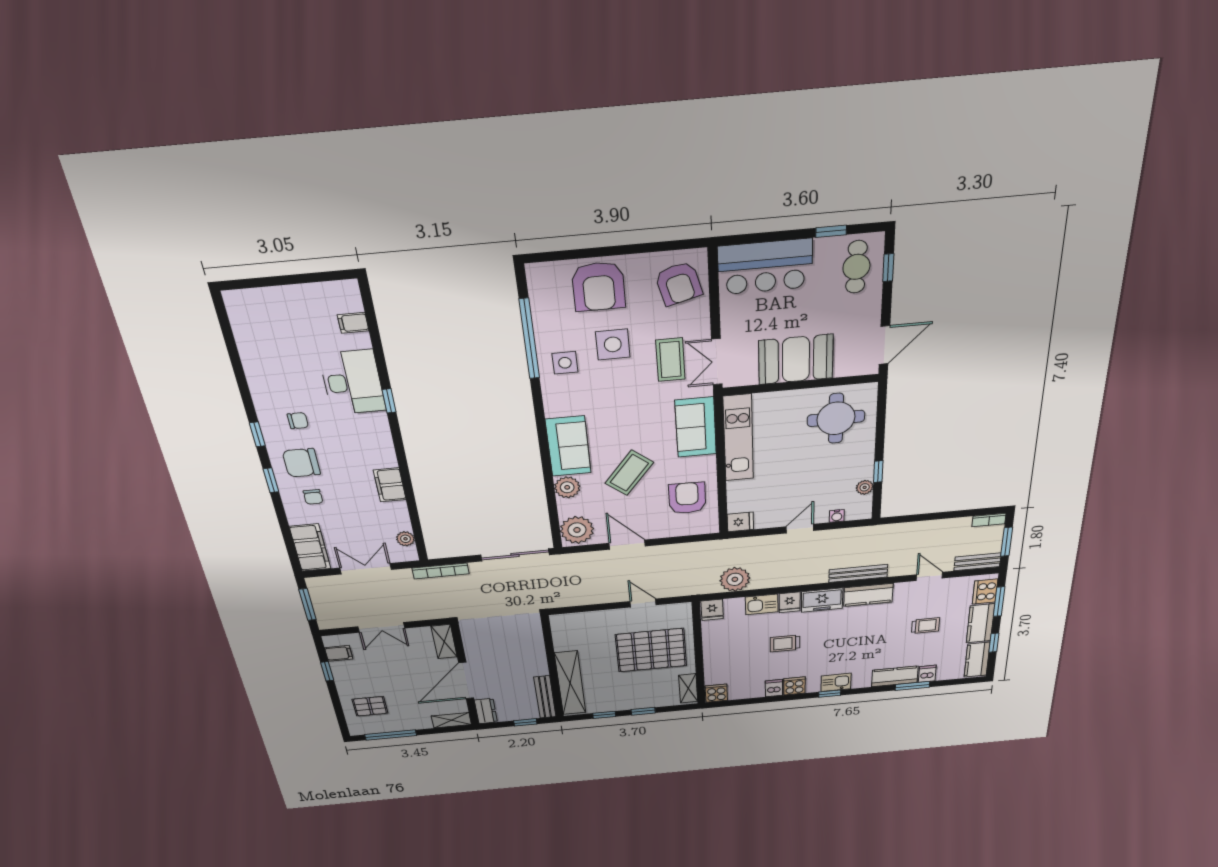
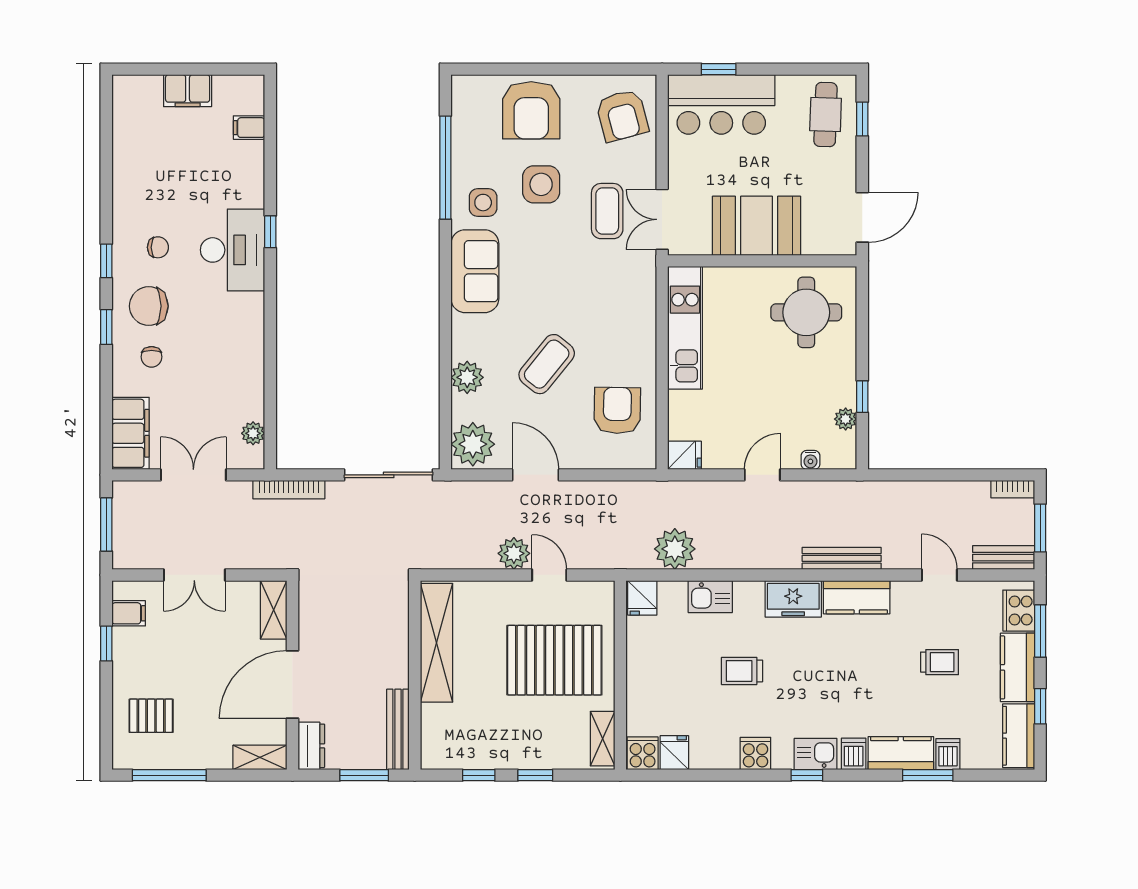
window: (831, 231) -> (719, 69), moved
desk: (352, 382) -> (233, 250), moved
sofa: (696, 427) -> (633, 307), removed
sofa: (568, 446) -> (475, 271), moved
filing cabinet: (390, 485) -> (188, 91), moved, turned -90
plant: (616, 593) -> (514, 553), added
fridge: (790, 602) -> (674, 753), moved, turned 180
shelving: (570, 683) -> (436, 643), moved
dishwasher: (774, 688) -> (854, 754), moved
window: (525, 722) -> (364, 775), width x1.50

